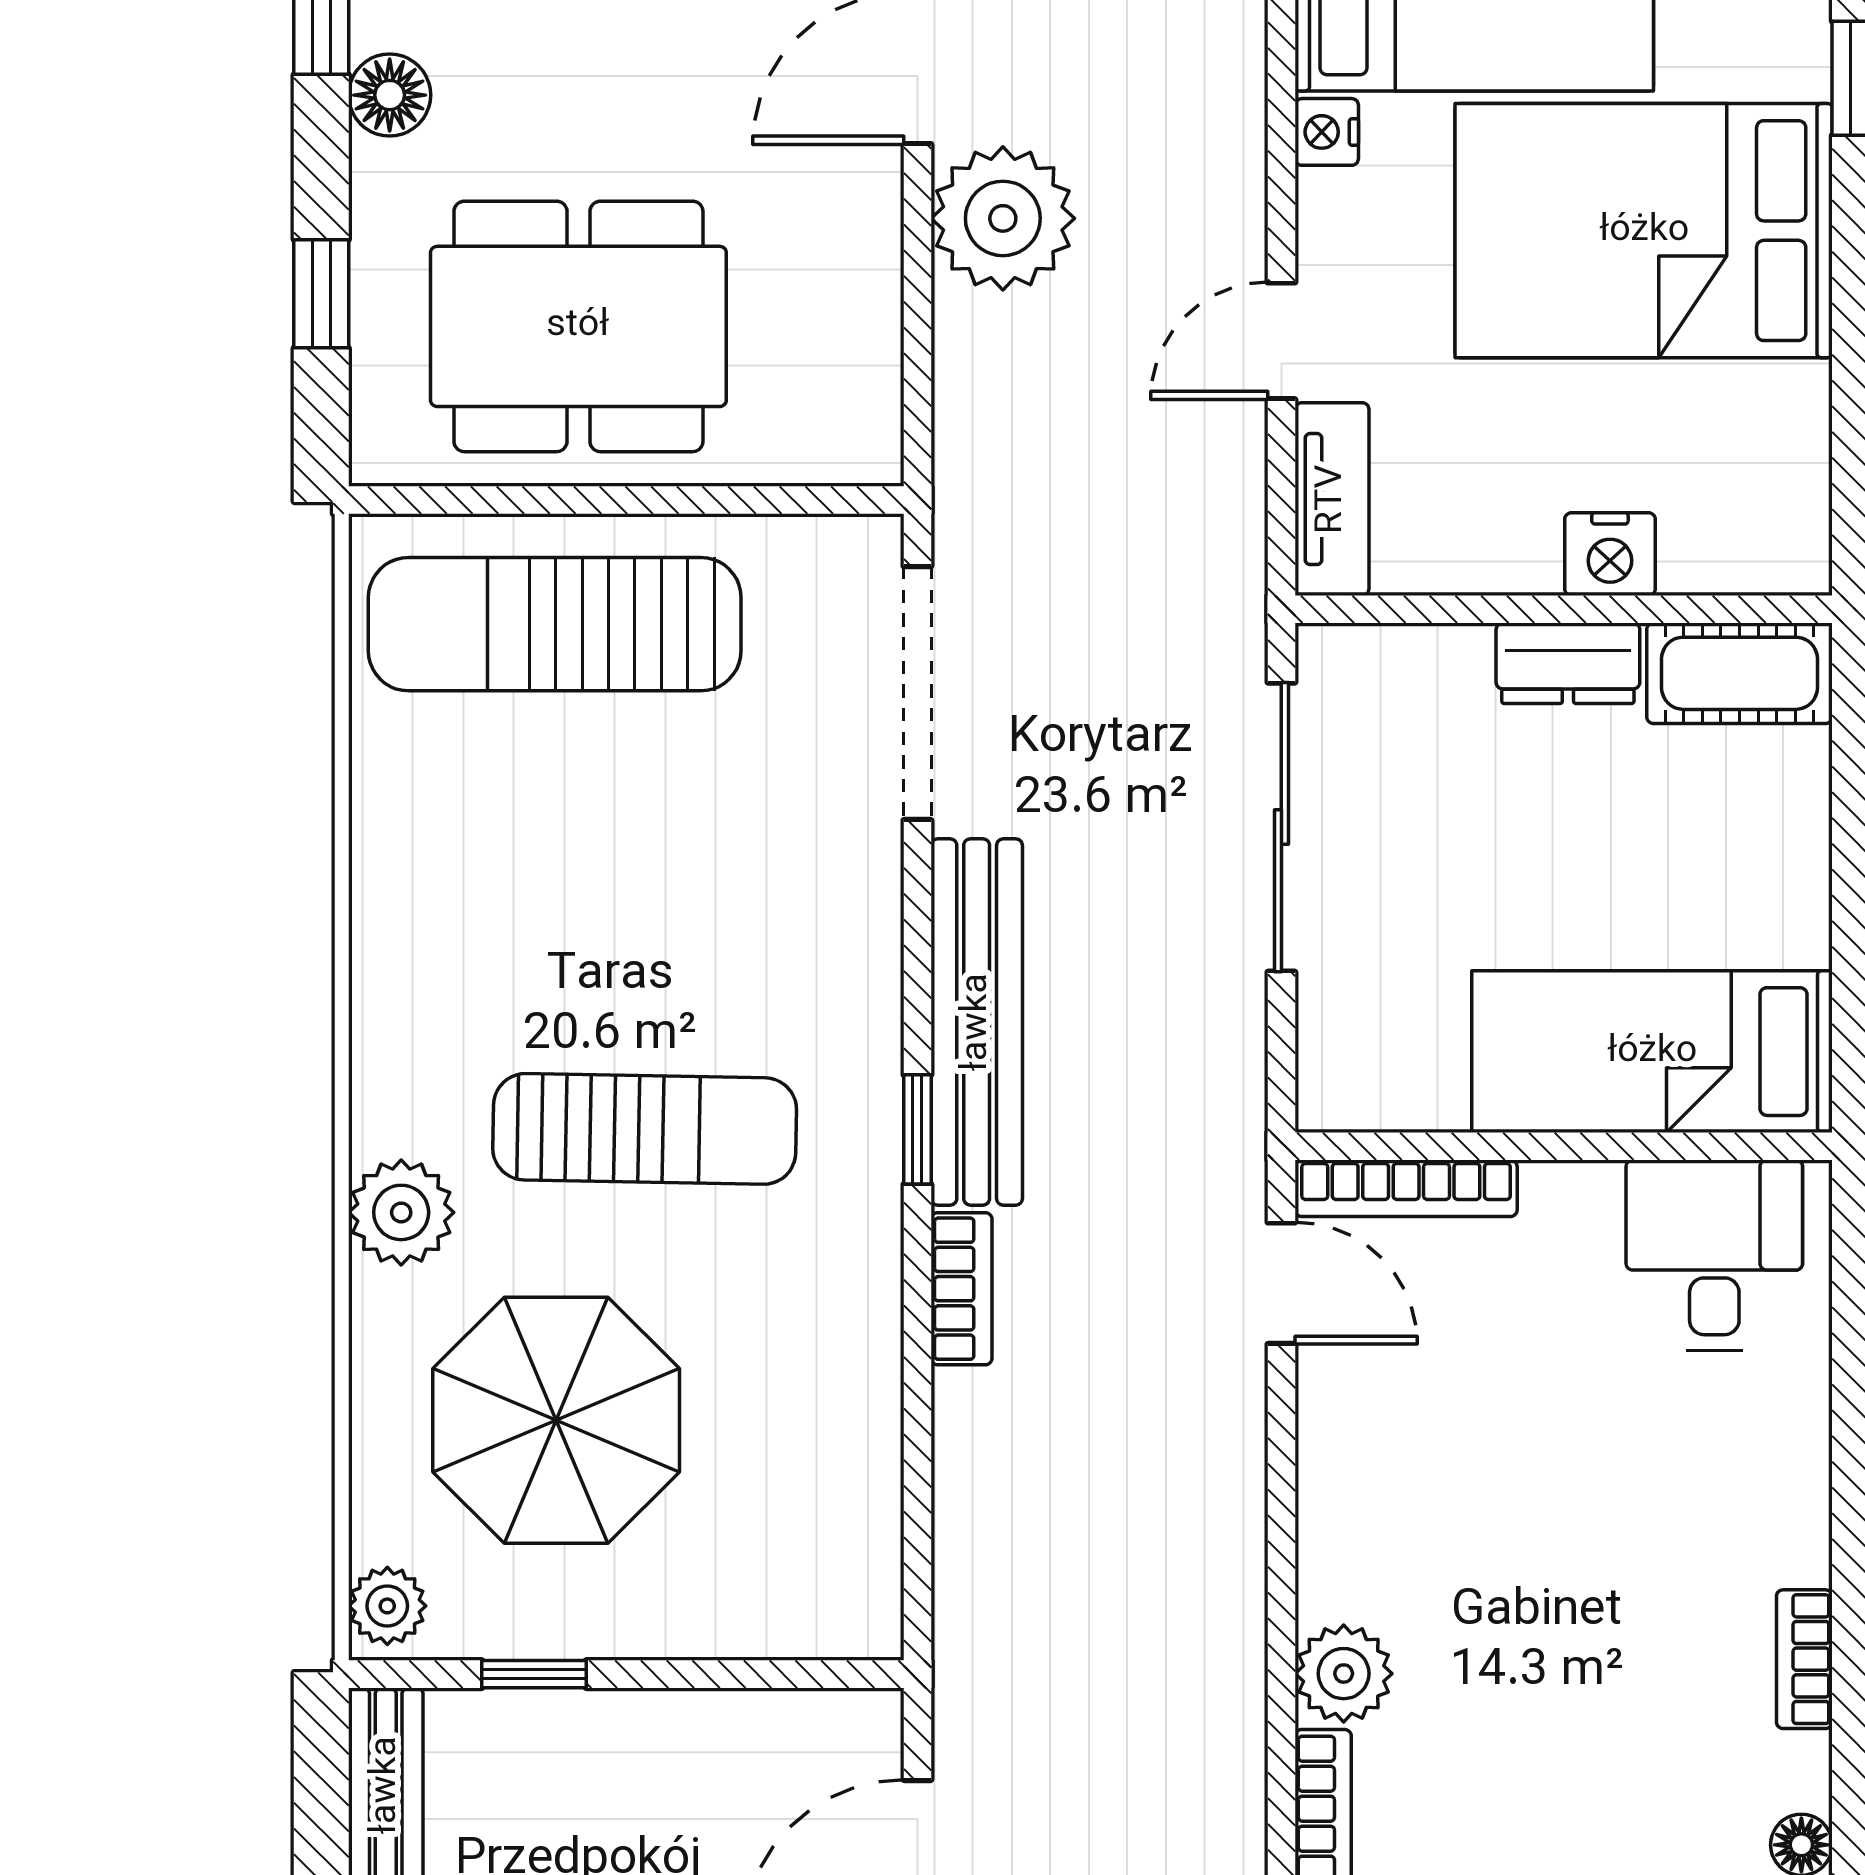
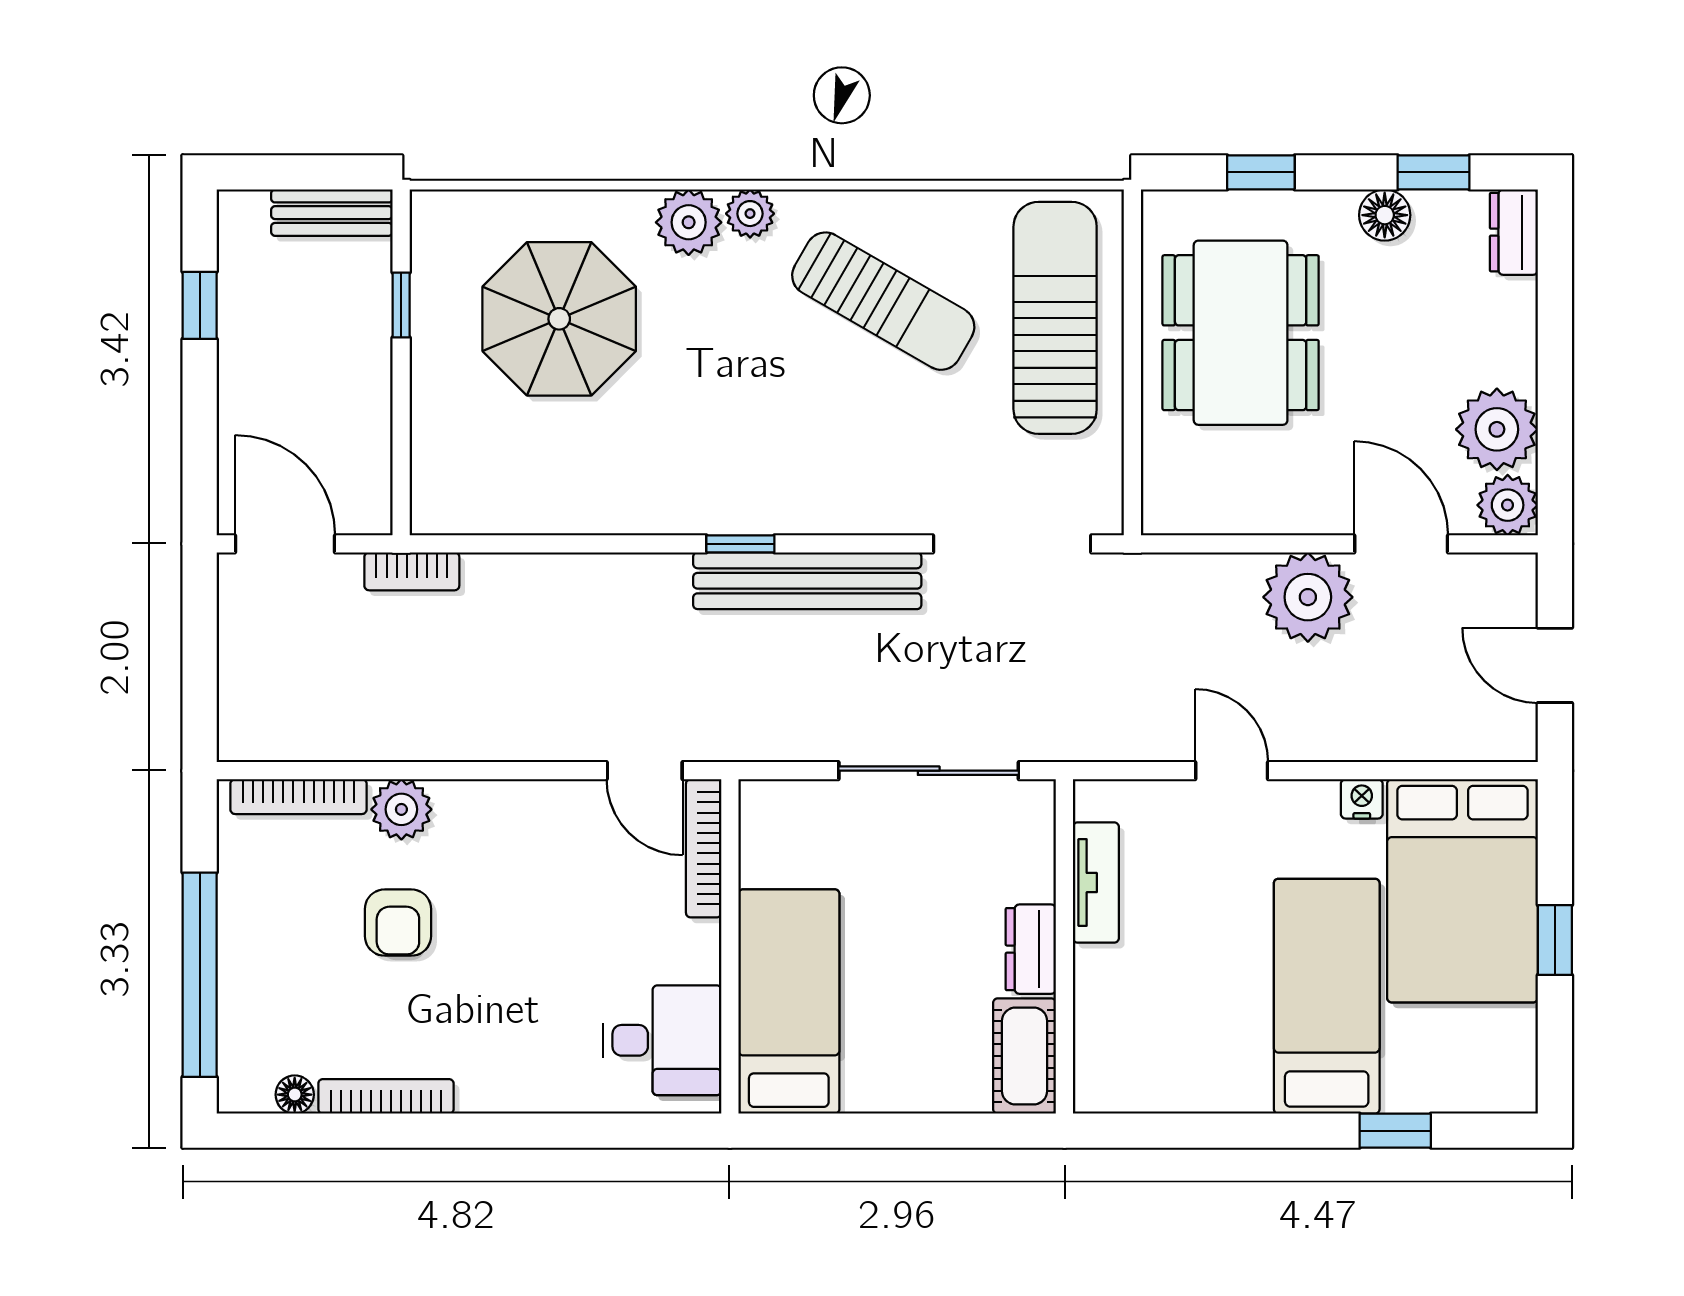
bed: (1644, 231) -> (1327, 996), width x0.67
tv unit: (1332, 499) -> (1096, 883), moved, turned -90
nightstand: (1610, 554) -> (1099, 975), removed
sun lounger: (645, 1129) -> (883, 301), moved, turned -61
door: (1281, 1283) -> (645, 771), hinge flipped
bookcase: (962, 1289) -> (412, 571), moved
plant: (387, 1606) -> (750, 214), moved
bookcase: (1804, 1659) -> (386, 1096), width x1.56
armchair: (1525, 1679) -> (398, 923), added

